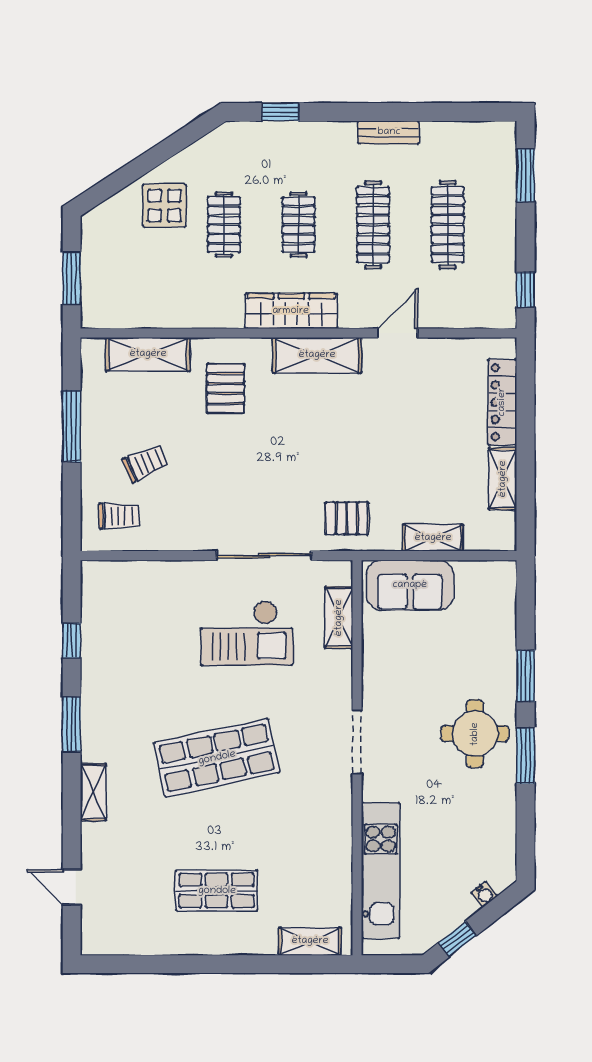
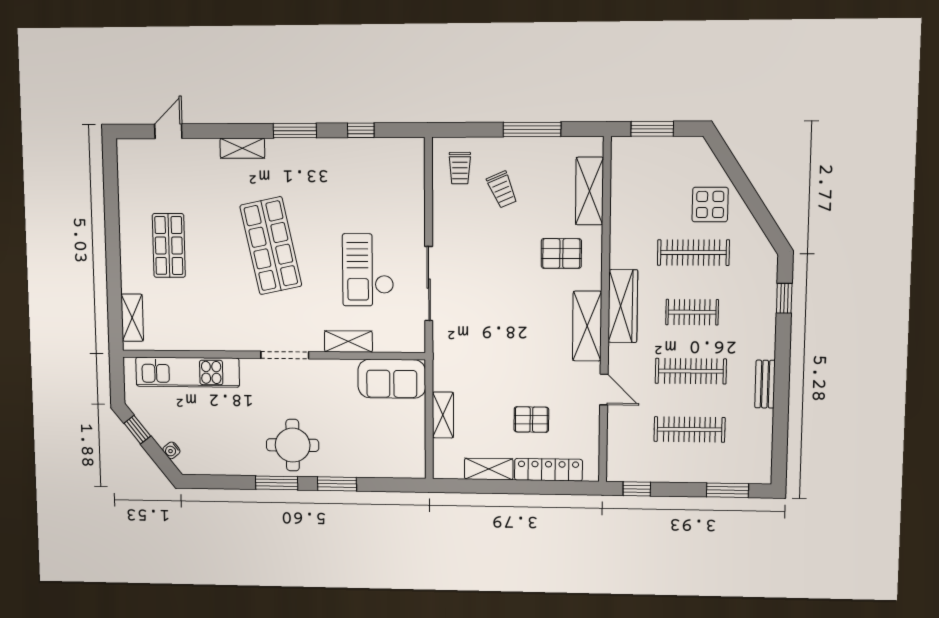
clothes rail: (224, 225) -> (693, 253), width x1.36
pallet: (347, 518) -> (531, 420), moved, turned 90
sofa: (410, 585) -> (392, 379), moved, turned -90
shelving: (339, 618) -> (348, 341), moved

